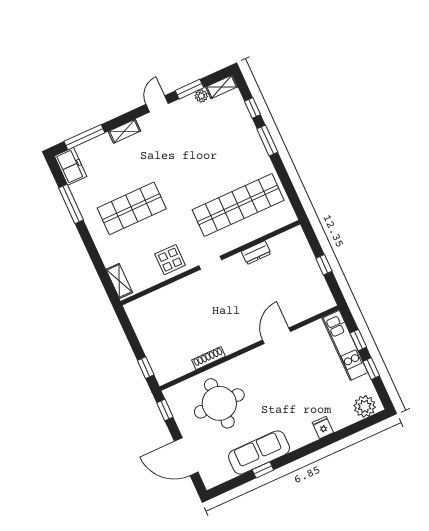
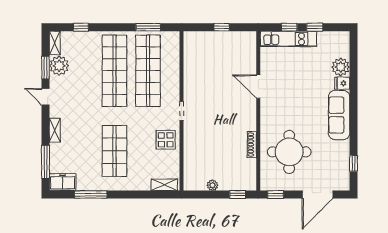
plant: (201, 96) -> (59, 66), width x1.88, depth x1.88
window: (267, 140) -> (148, 27), moved
shop shelf: (221, 168) -> (115, 71), added
dresser: (256, 253) -> (190, 74), removed
plant: (143, 335) -> (212, 185), added
plant: (365, 406) -> (341, 67), moved
sofa: (259, 452) -> (339, 115), moved
window: (263, 470) -> (353, 163), moved

